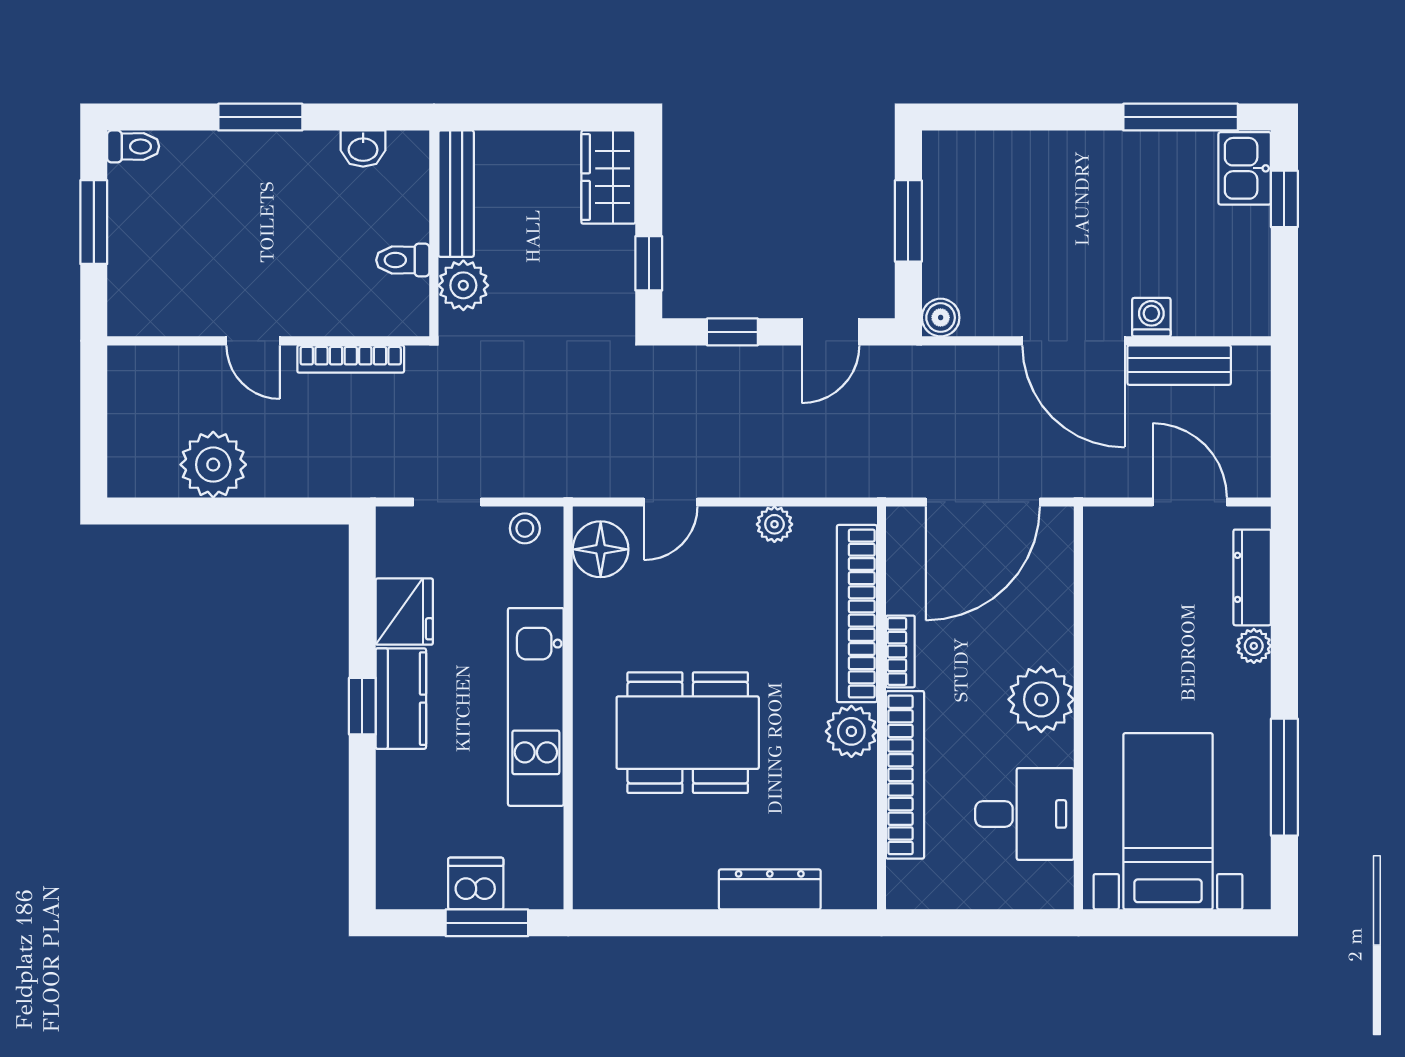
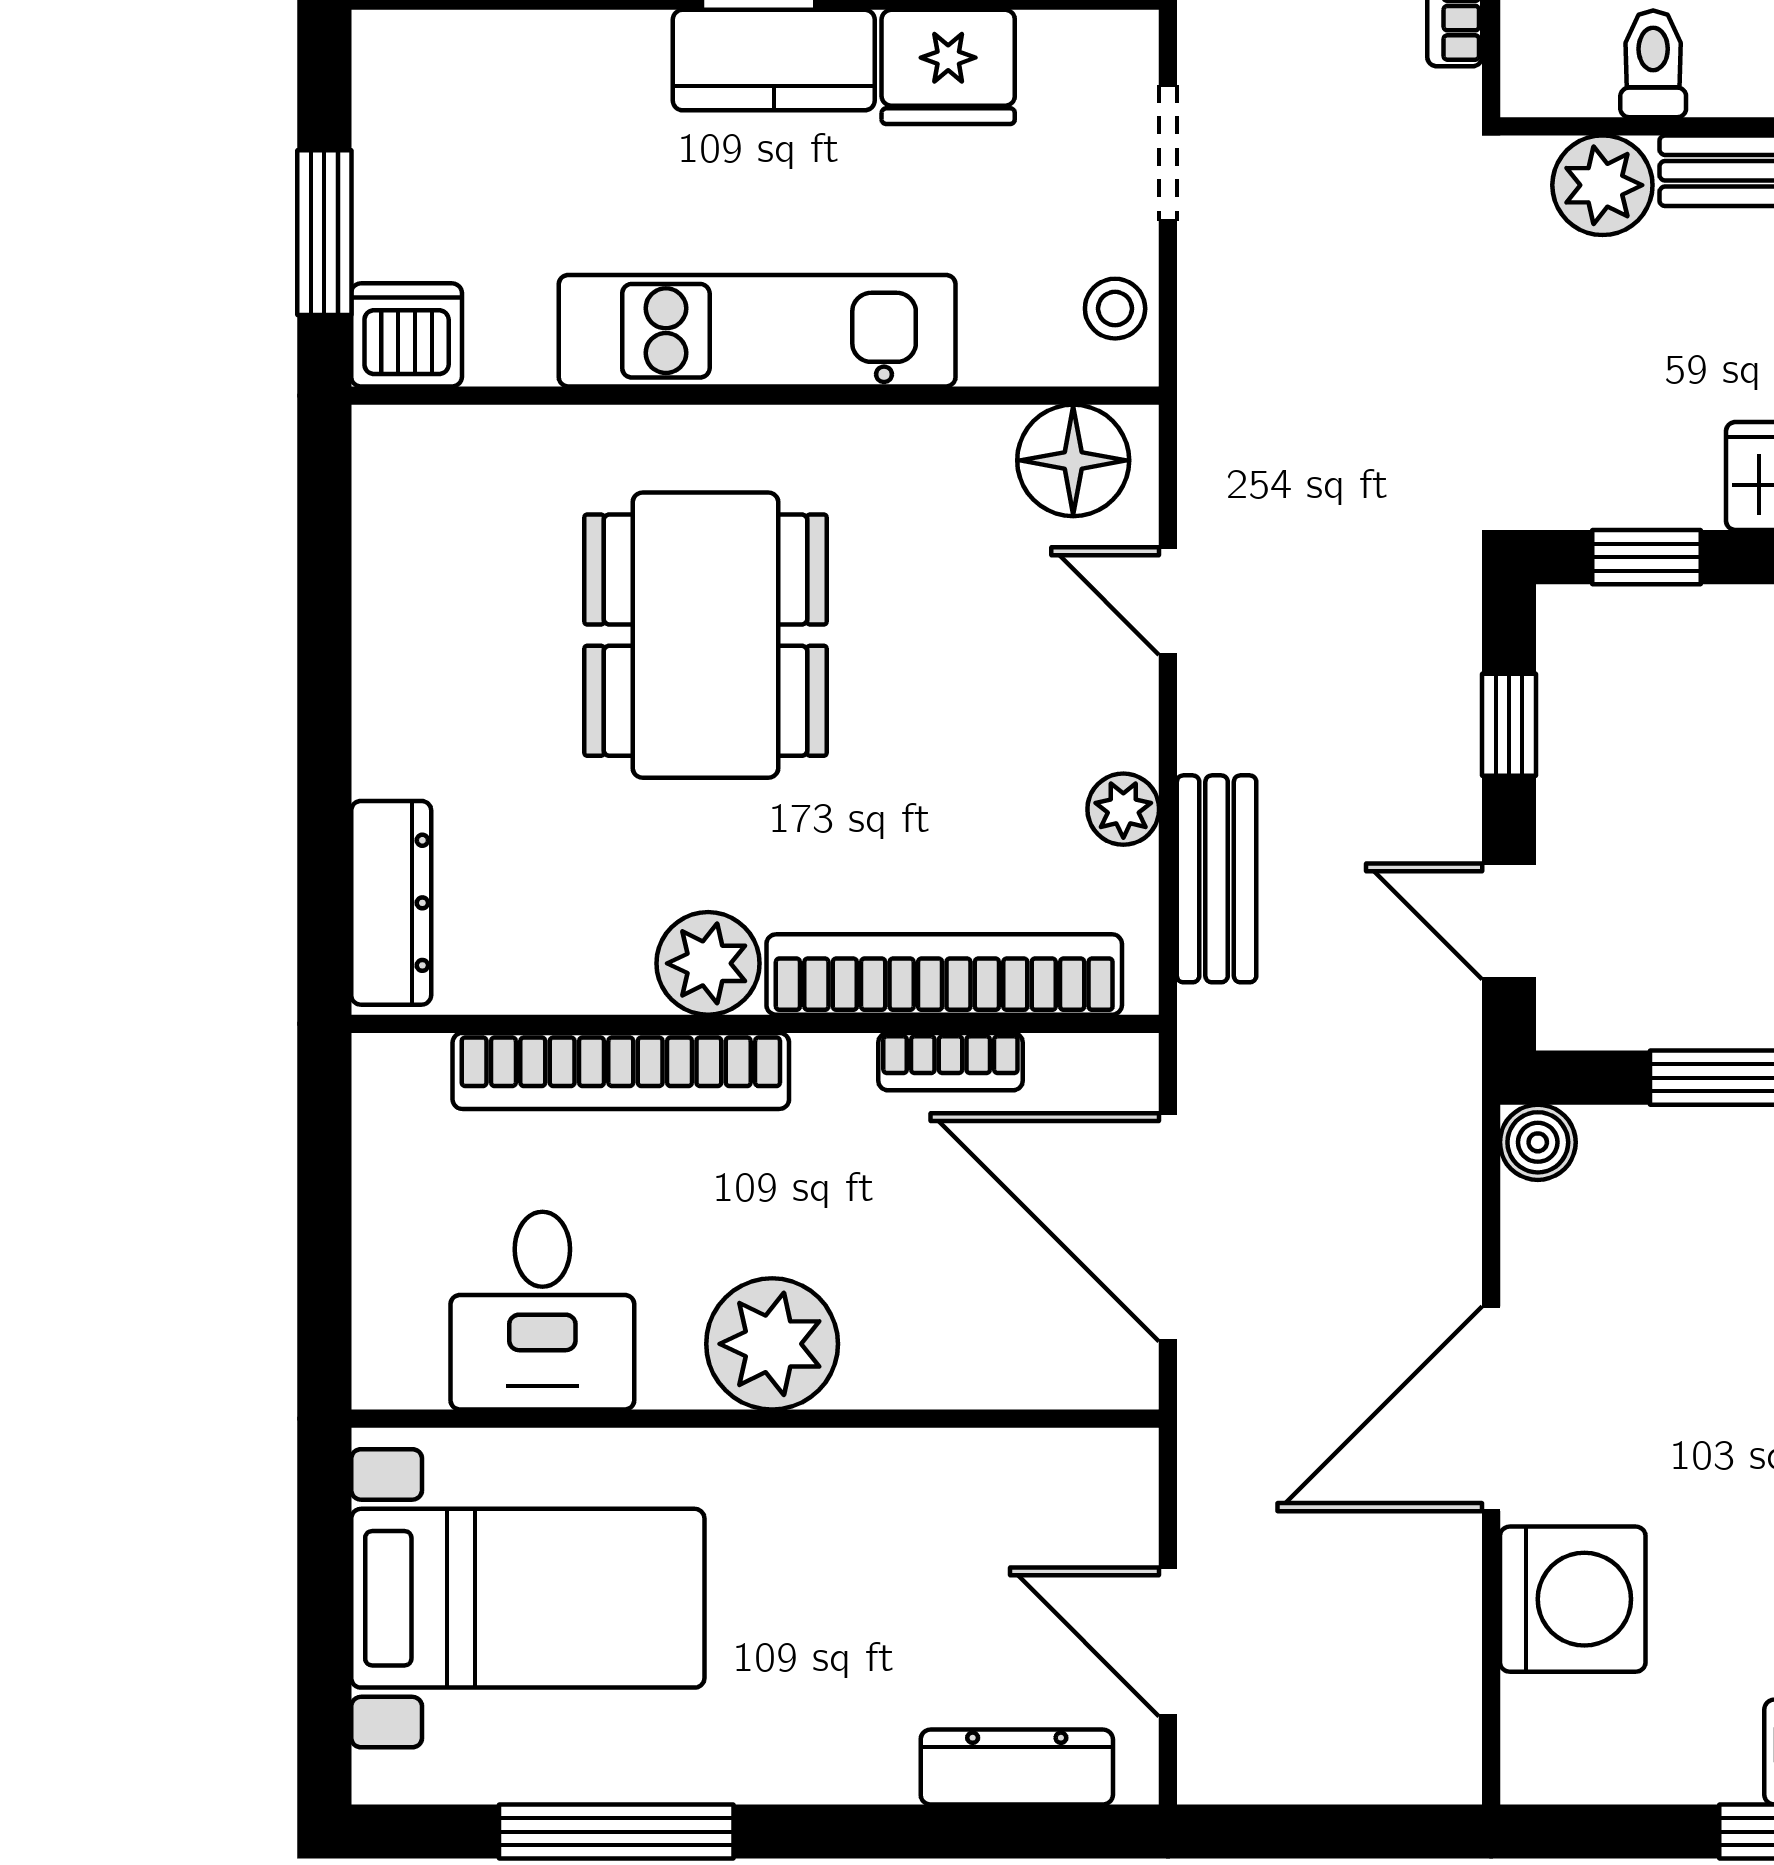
washing machine: (1151, 317) -> (1573, 1599), width x1.89, depth x1.89
bench: (1179, 365) -> (1217, 879), moved
door: (1190, 502) -> (1168, 1642), swing flipped
plant: (1254, 646) -> (879, 1770), removed
bookcase: (900, 651) -> (950, 1062), moved
dishwasher: (476, 884) -> (407, 335), moved, turned -90
dresser: (770, 889) -> (391, 903), moved

